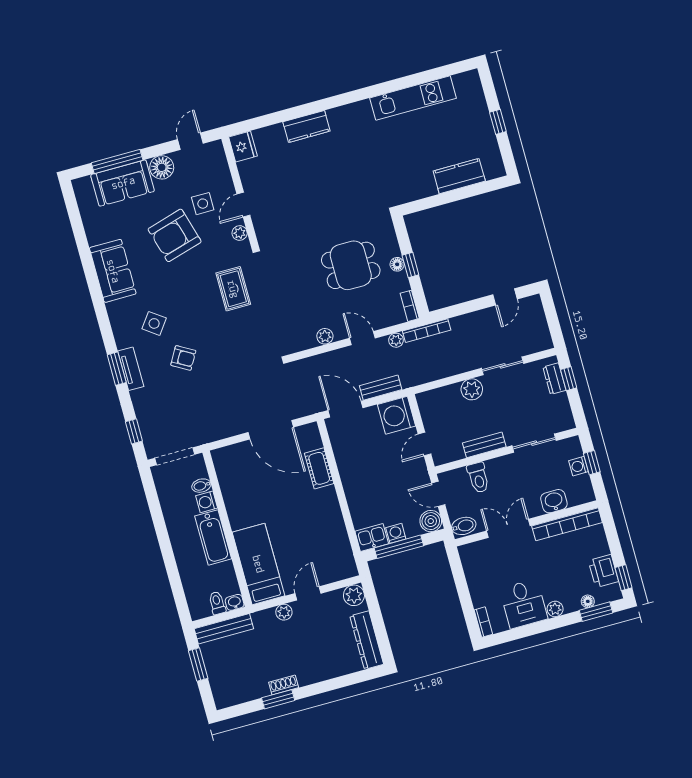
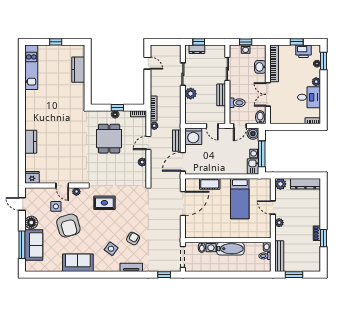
kitchen unit: (413, 98) -> (31, 67), moved
window: (117, 369) -> (129, 275), removed
bed: (258, 564) -> (240, 199), moved, turned -90
window: (623, 578) -> (297, 42), moved

